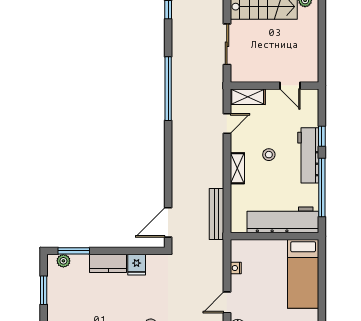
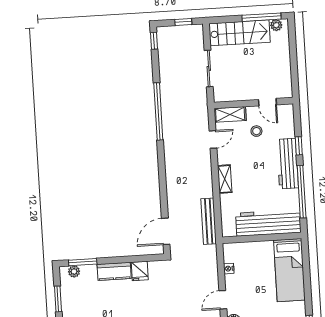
stool: (269, 155) -> (256, 131), moved

